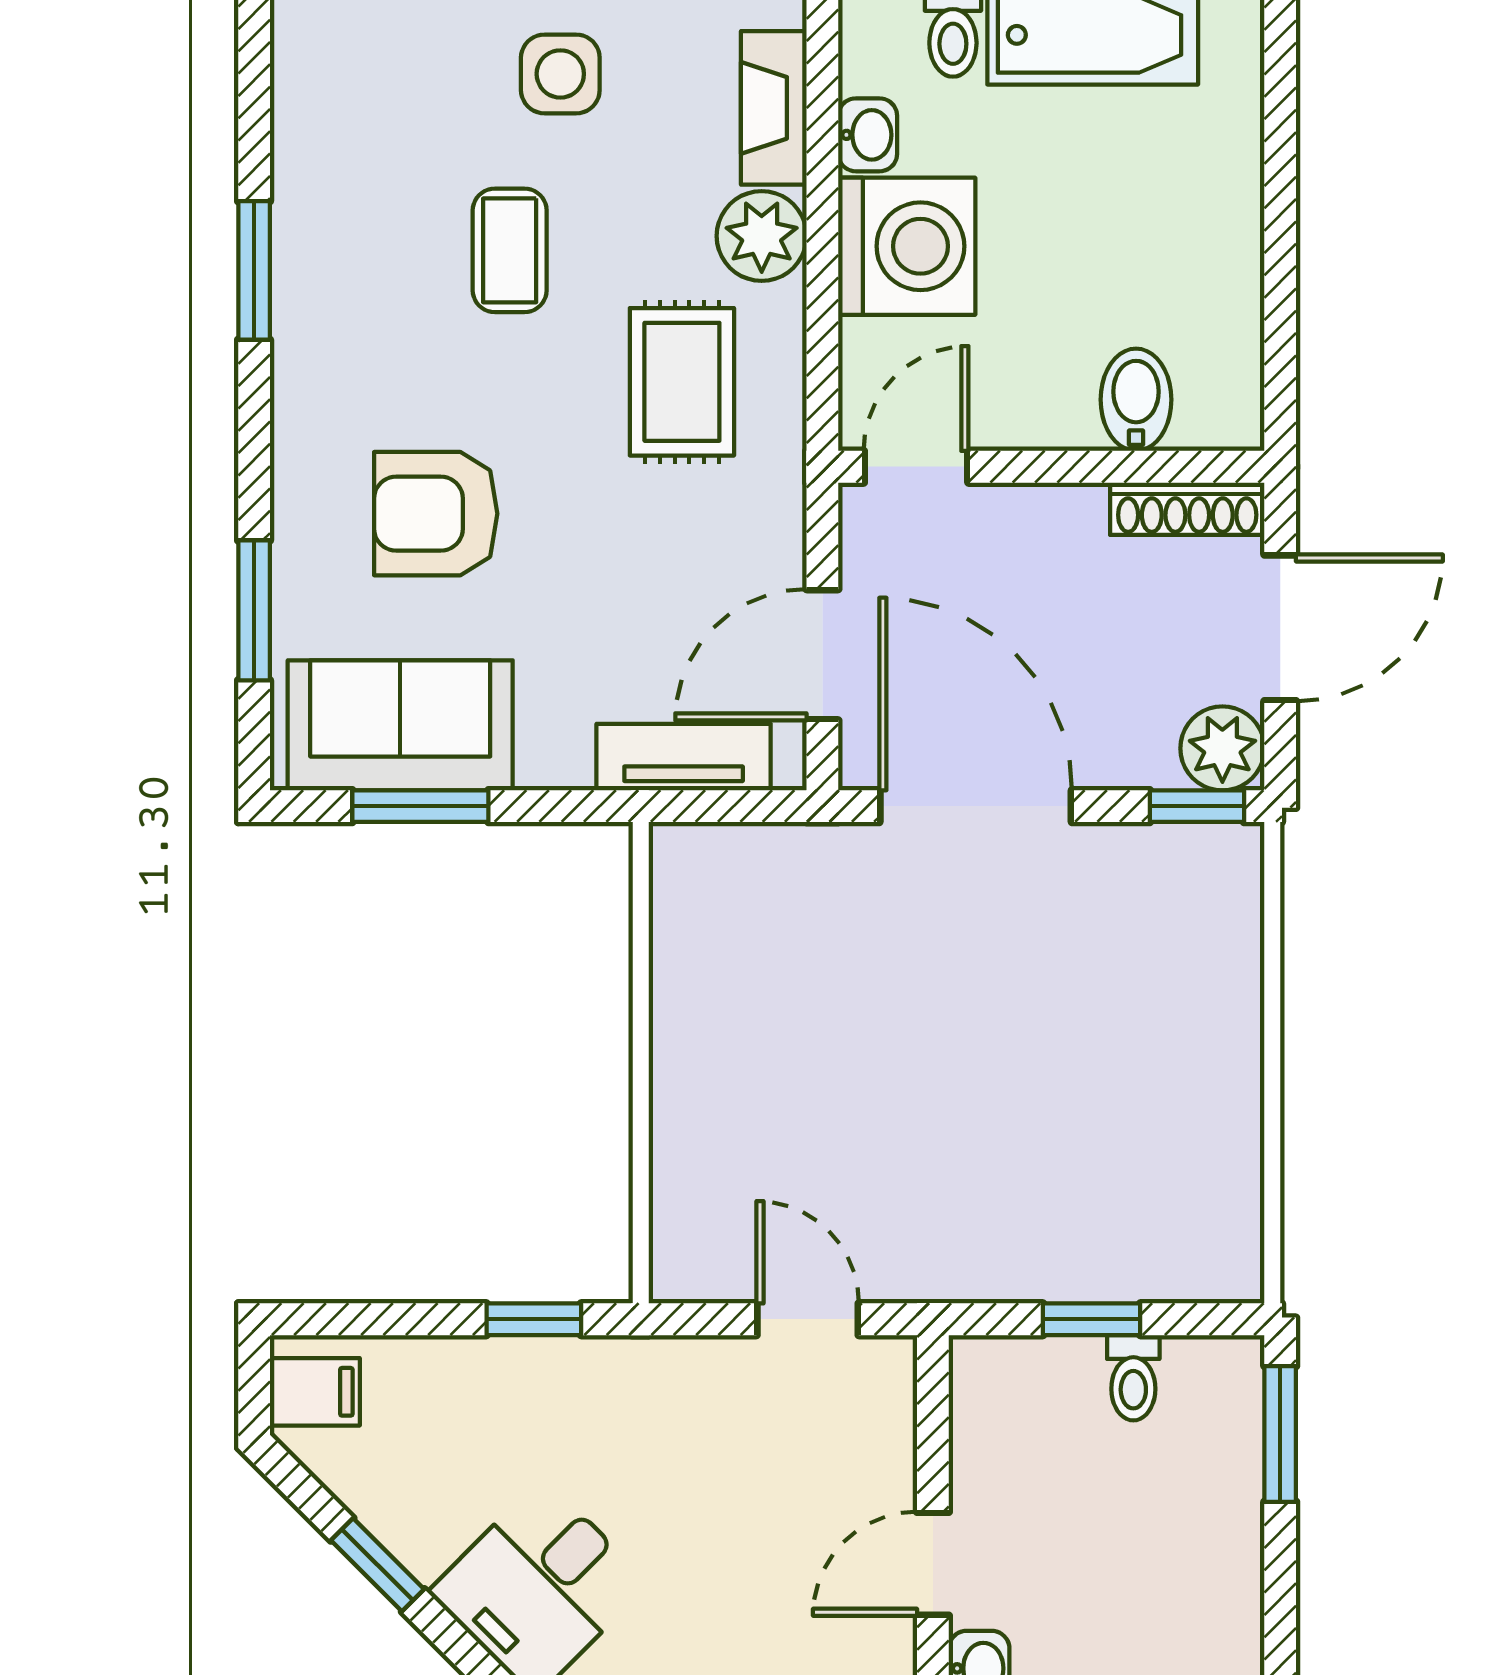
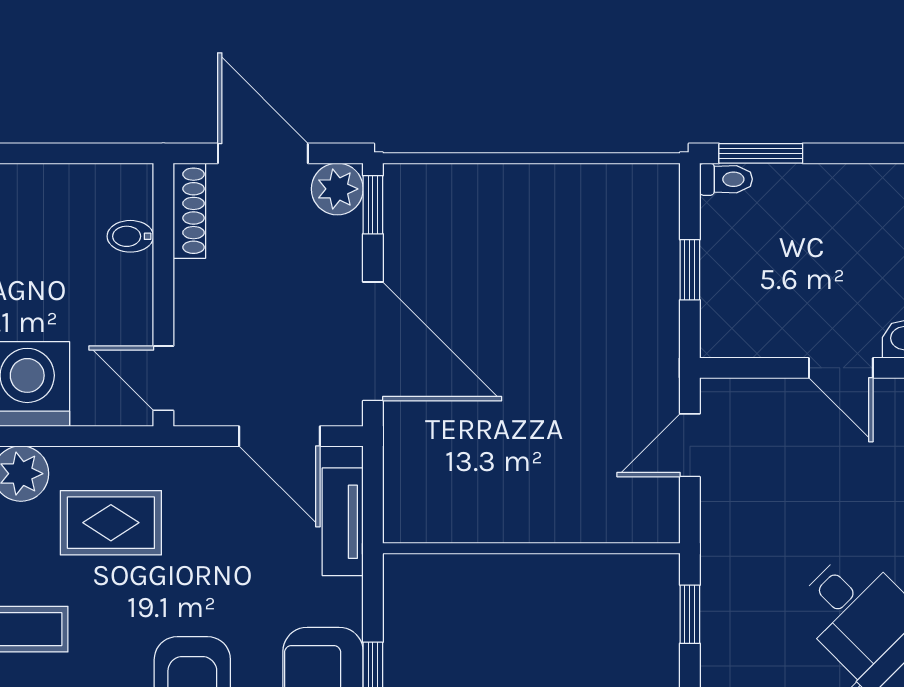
bidet: (1136, 400) -> (130, 236), width x0.72, depth x0.74
door: (976, 806) -> (373, 341), swing flipped
toilet: (1133, 1378) -> (726, 179), moved

